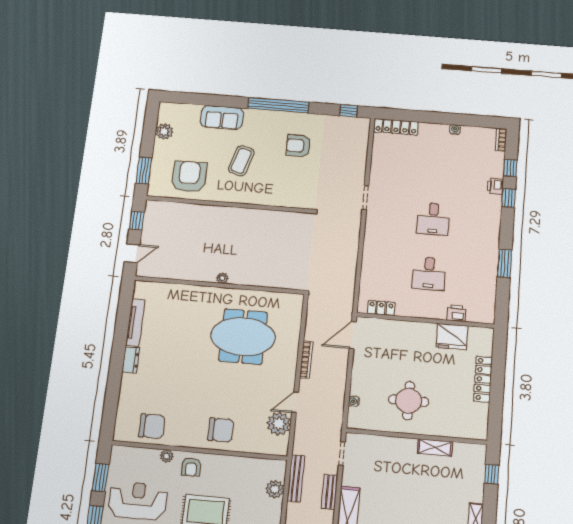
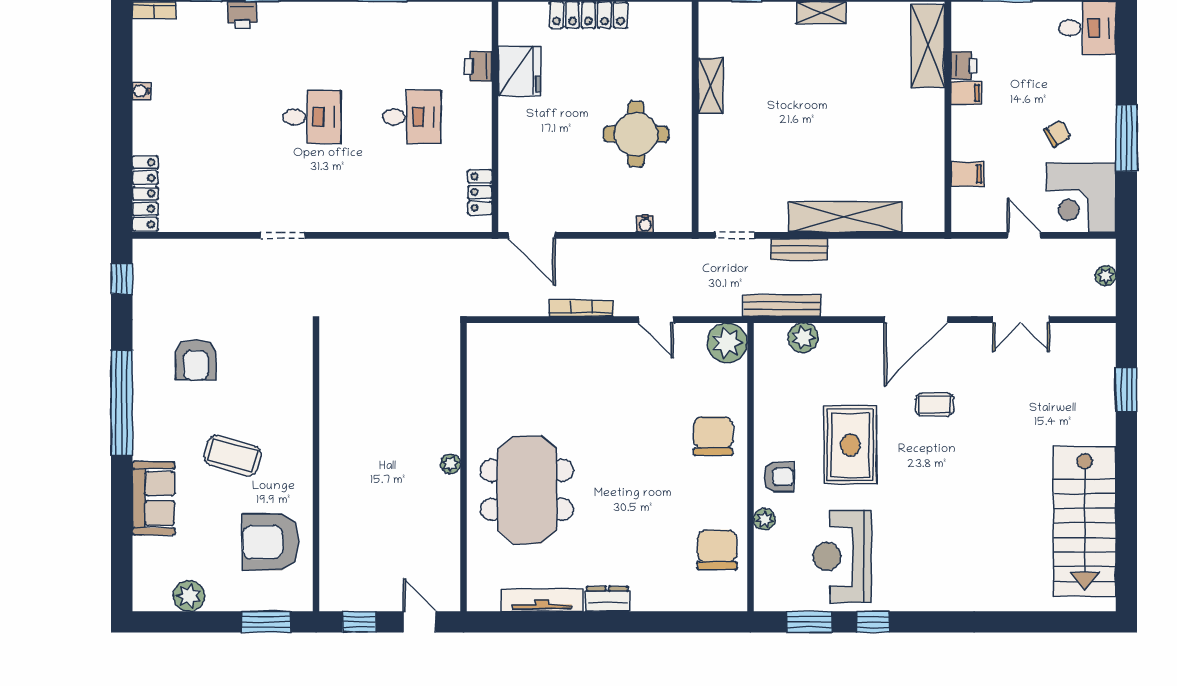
meeting table: (243, 337) -> (527, 490), moved
plant: (279, 424) -> (727, 343), moved

